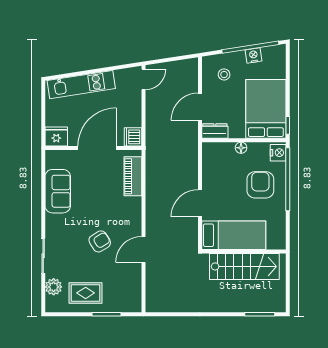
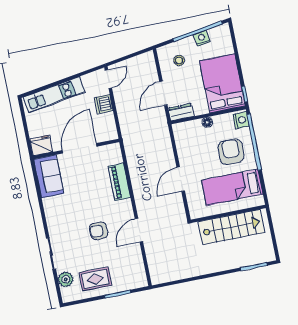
dishwasher: (133, 137) -> (104, 104), moved
piano: (133, 176) -> (119, 182), moved
sofa: (58, 191) -> (49, 176), moved
bed: (234, 235) -> (232, 187), moved, turned 180
armchair: (100, 241) -> (99, 231), turned -149

